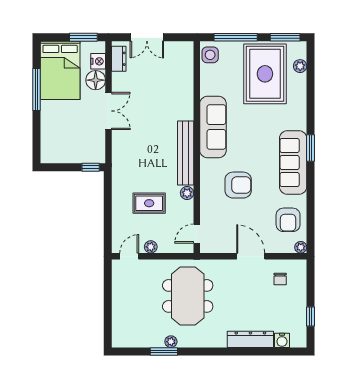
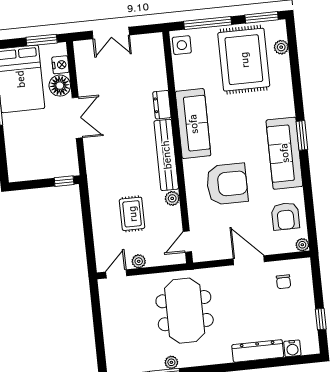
dresser: (119, 59) -> (162, 105), moved, turned 180
armchair: (238, 185) -> (227, 184), width x1.36, depth x1.36
rug: (149, 203) -> (132, 214), turned 90

